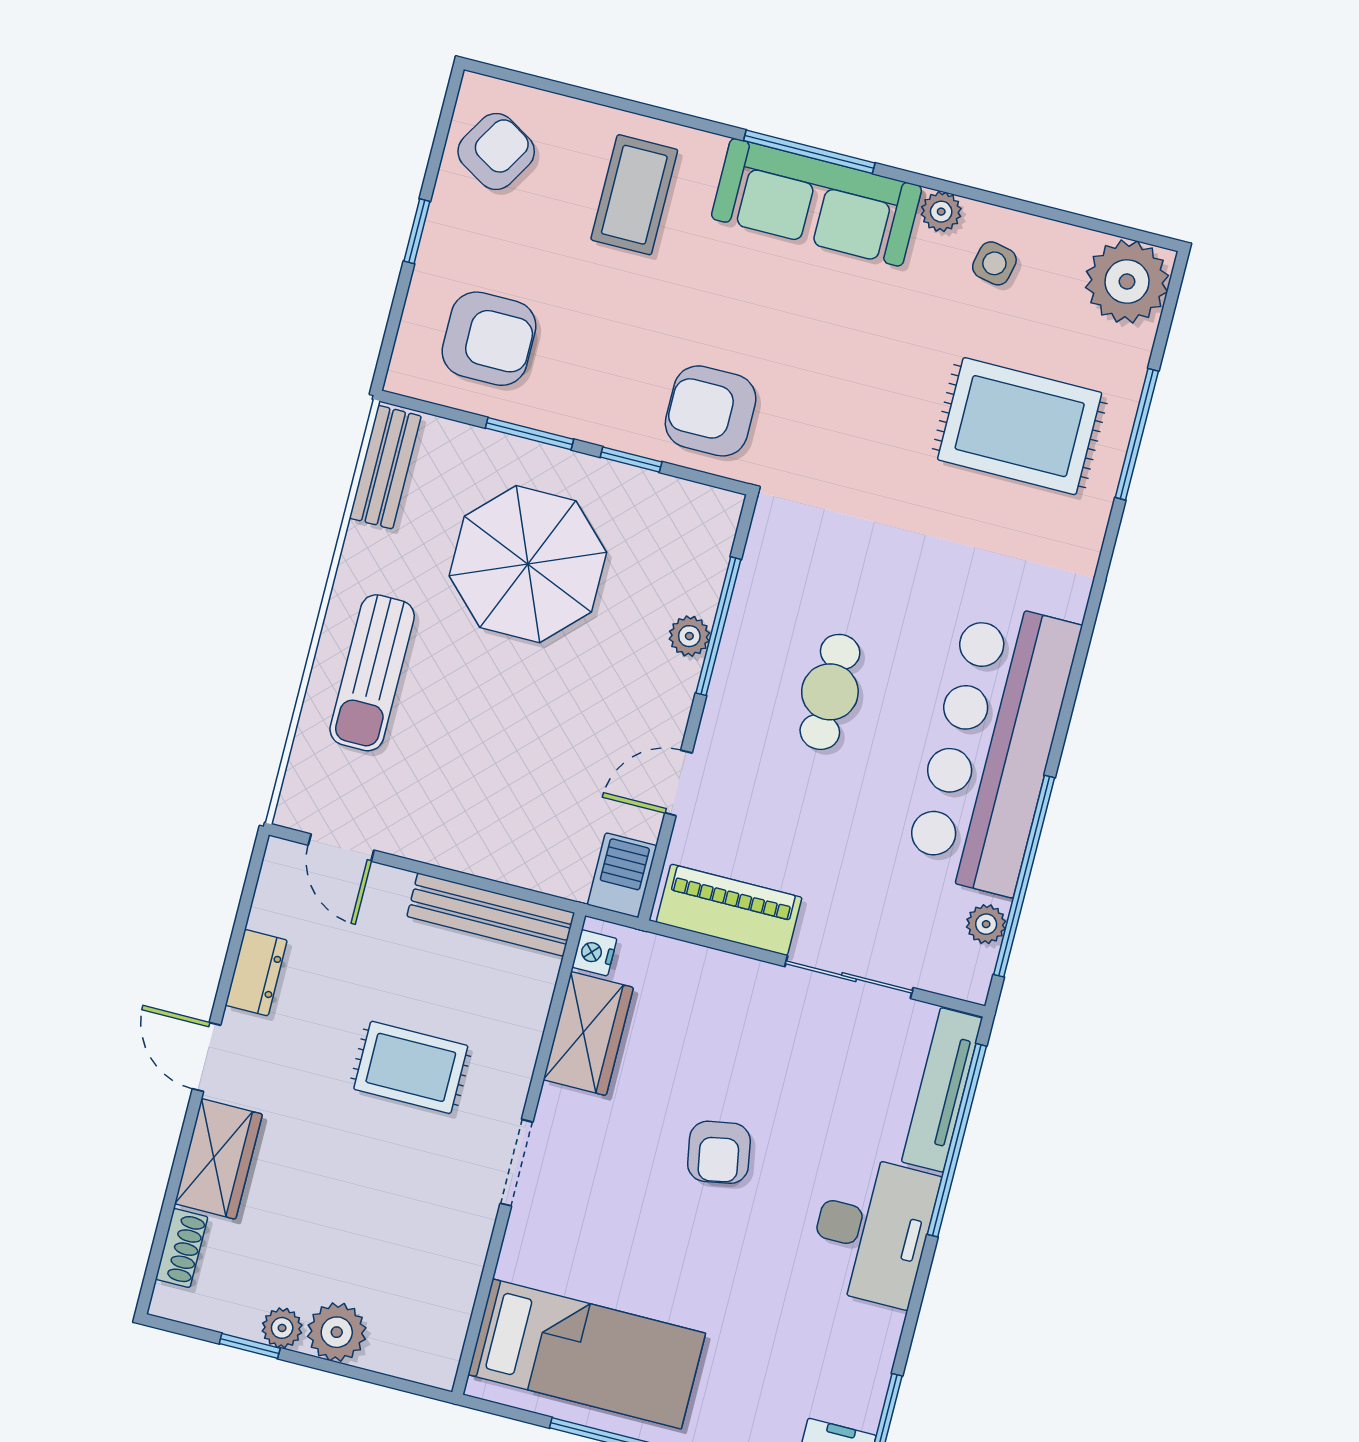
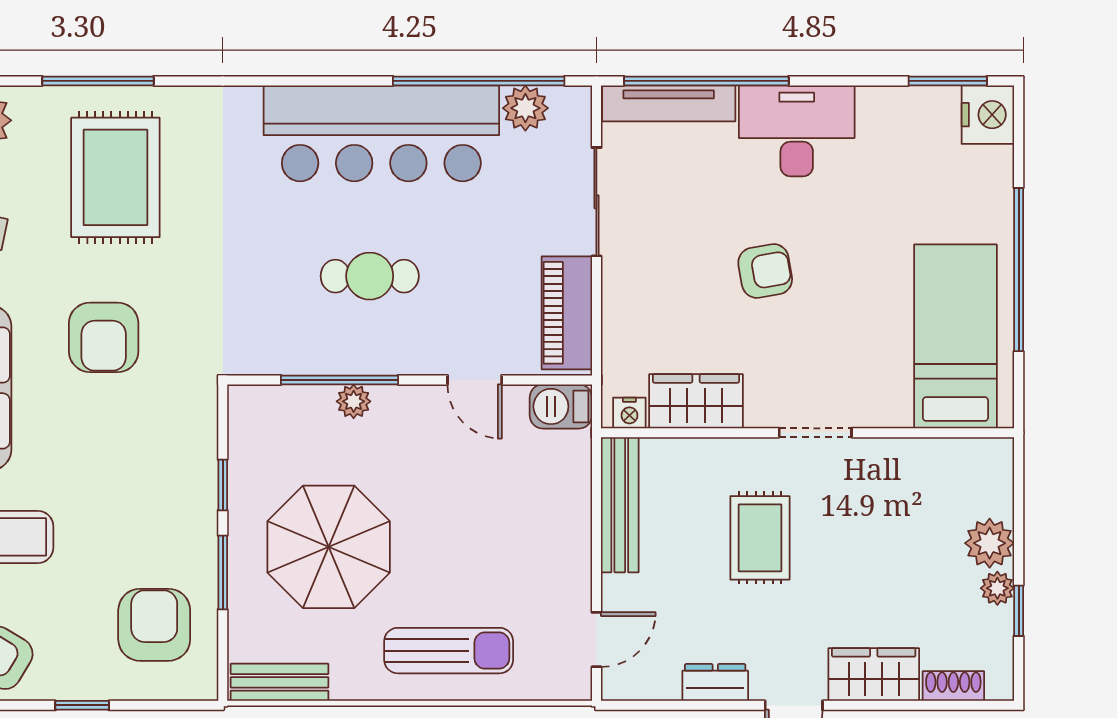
armchair: (711, 411) -> (104, 337), moved
plant: (986, 924) -> (525, 108), width x1.38, depth x1.38

